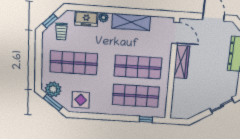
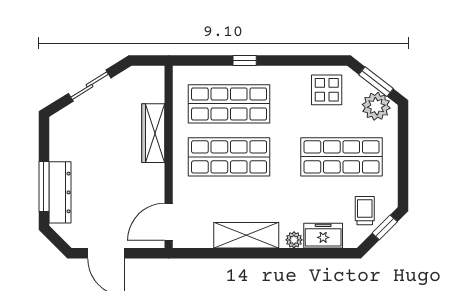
door: (175, 33) -> (169, 222), hinge flipped
wardrobe: (182, 62) -> (153, 133), moved
sliding door: (222, 106) -> (90, 86), moved
window: (146, 119) -> (245, 61), moved

